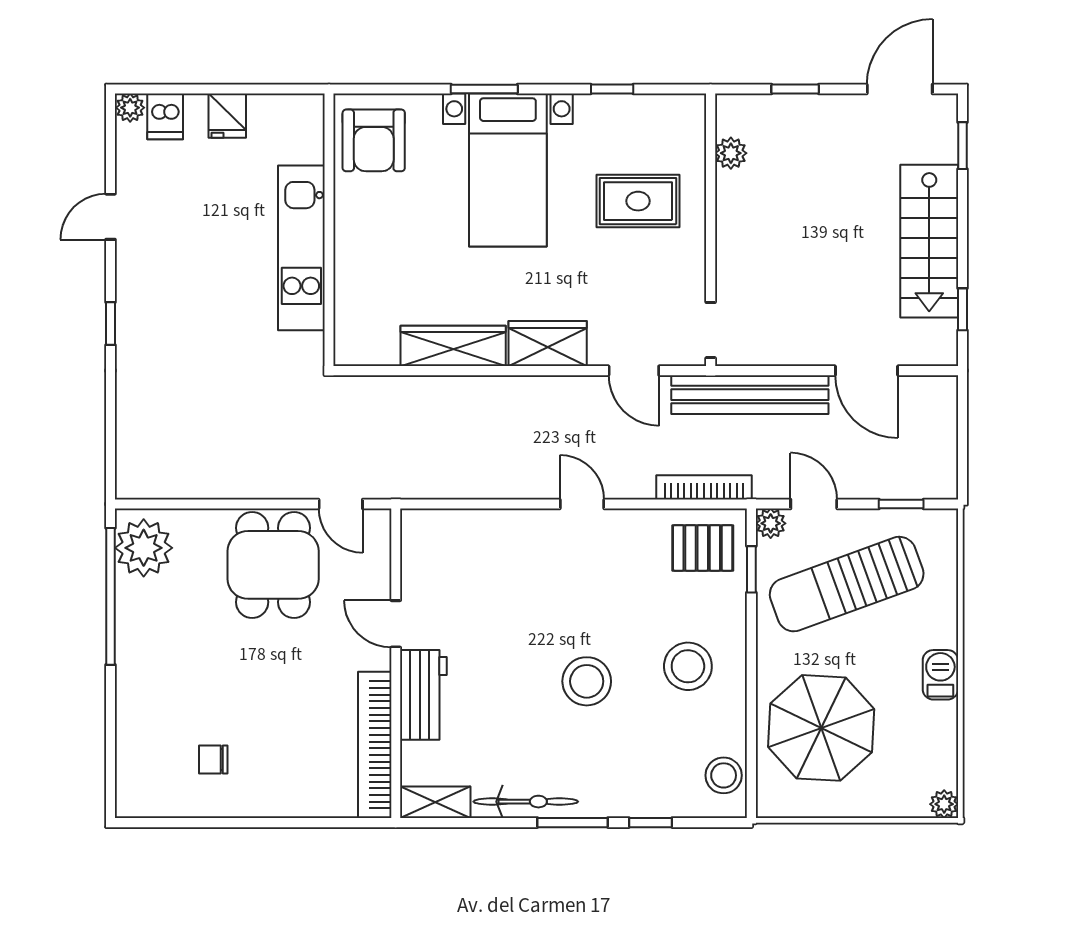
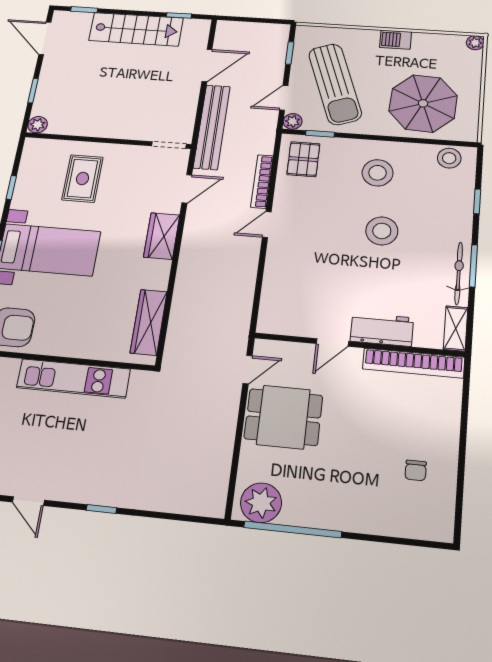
plant: (731, 153) -> (38, 125), moved
wardrobe: (453, 346) -> (149, 322), moved
bookcase: (704, 487) -> (262, 181), moved
window: (573, 823) -> (473, 266), moved

